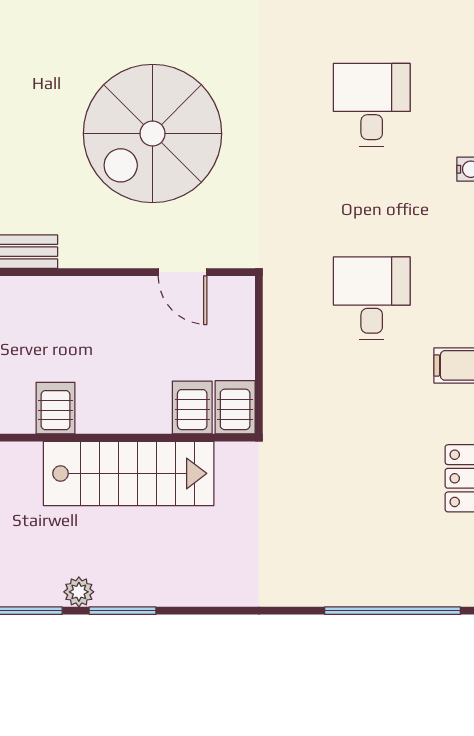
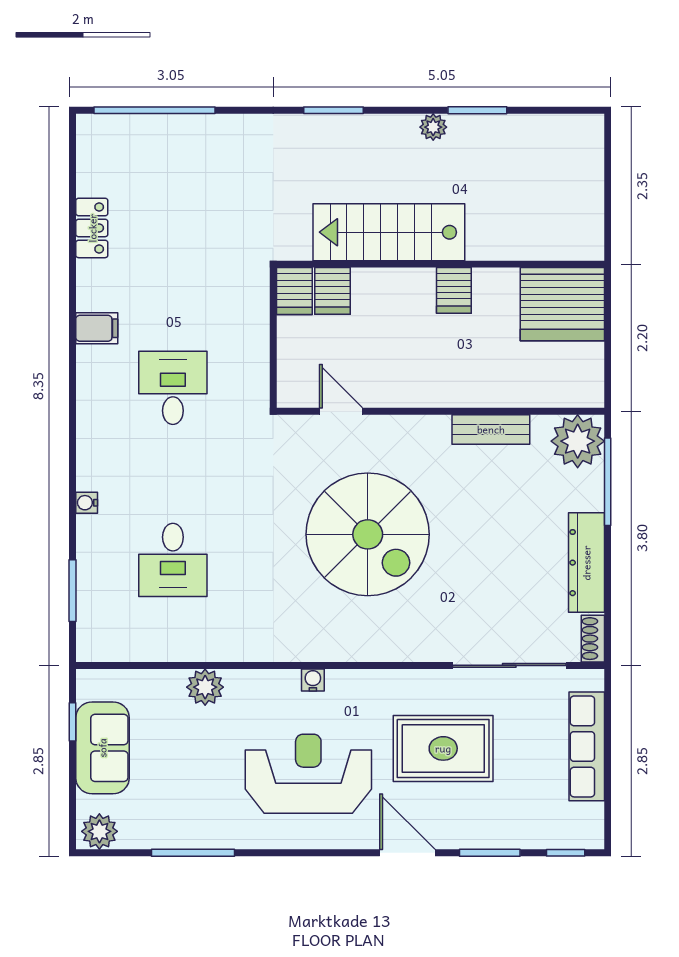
spiral stairs: (153, 134) -> (368, 534), turned 90
desk: (372, 298) -> (173, 388), turned 180
window: (123, 611) -> (334, 110), moved

